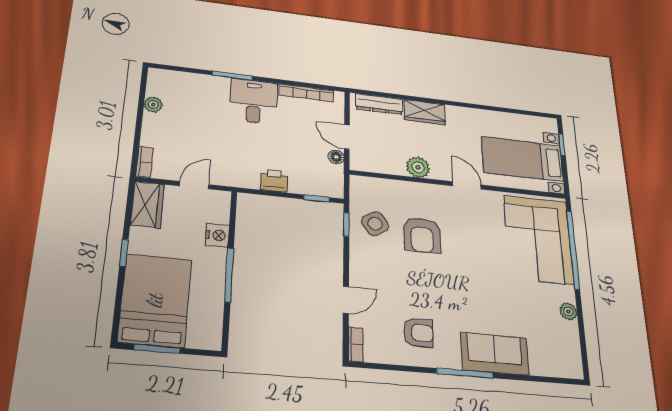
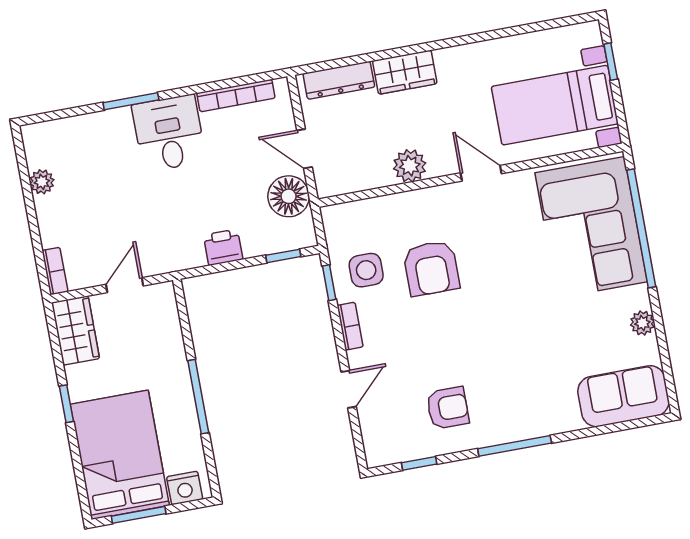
floor lamp: (336, 157) -> (289, 196), width x1.89, depth x1.89
side table: (375, 224) -> (366, 270), turned 33
nightstand: (217, 235) -> (185, 488), moved, turned 90
bookcase: (356, 344) -> (350, 326), moved
sofa: (495, 354) -> (623, 396), moved
window: (390, 367) -> (419, 463), added

